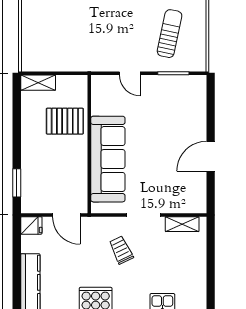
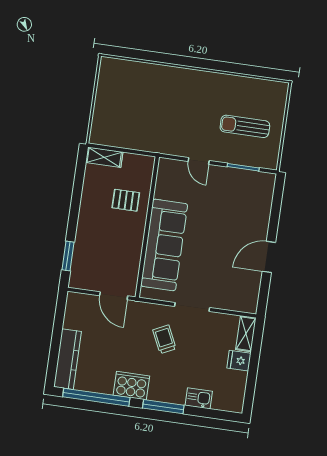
sun lounger: (170, 34) -> (245, 126), turned -102
pallet: (65, 121) -> (126, 200), width x0.67, depth x0.71
shelving: (182, 224) -> (246, 334), moved, turned 90
fridge: (31, 225) -> (239, 361), moved, turned 180

